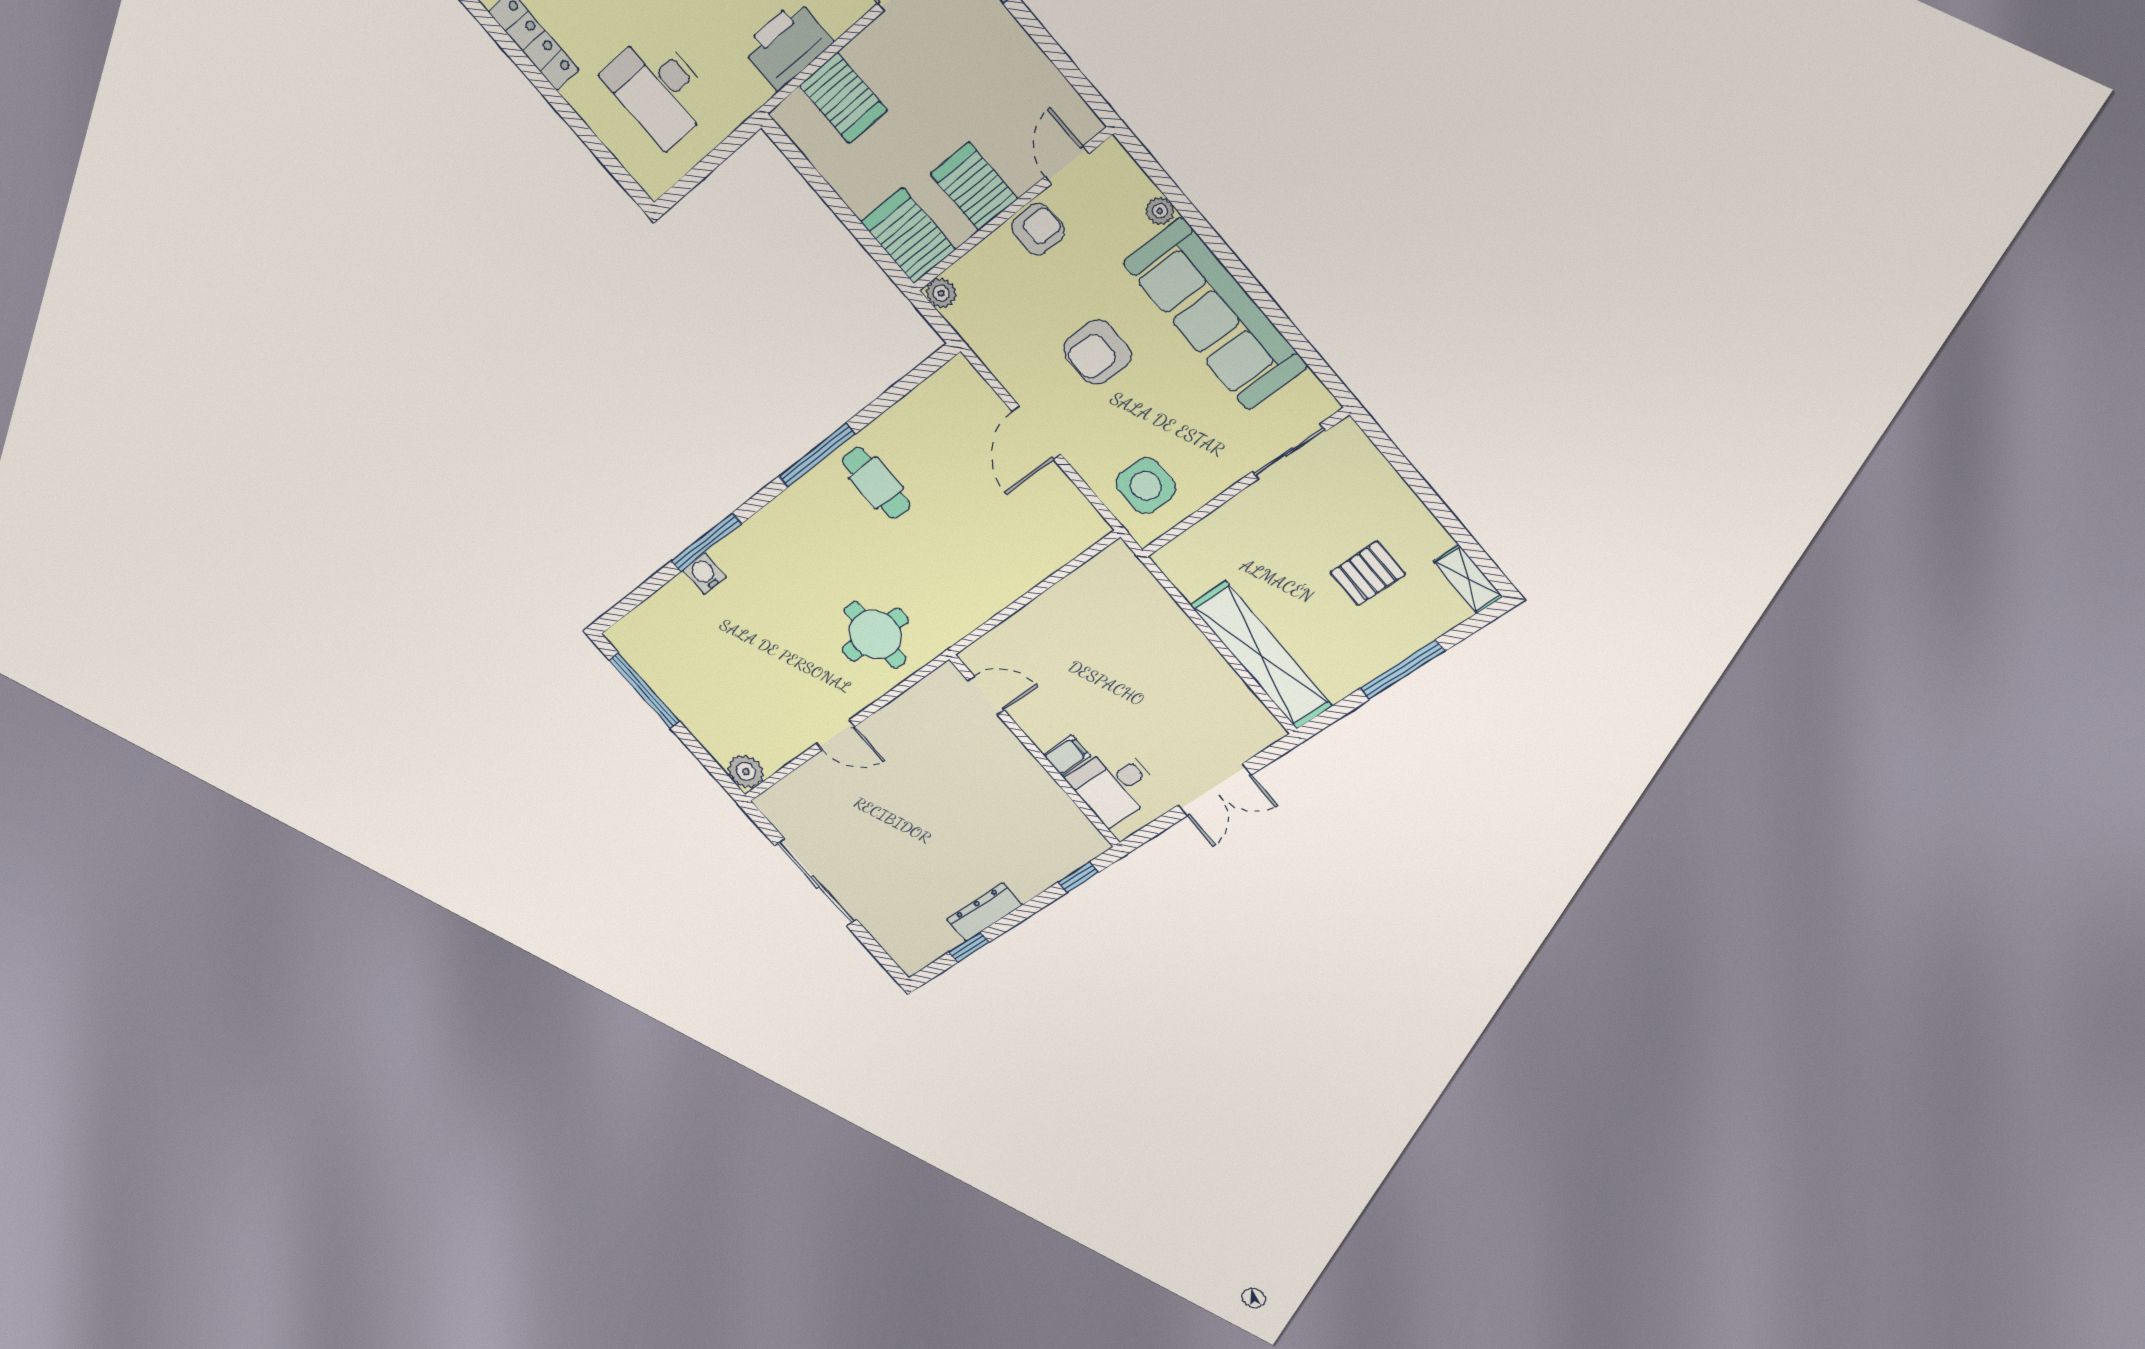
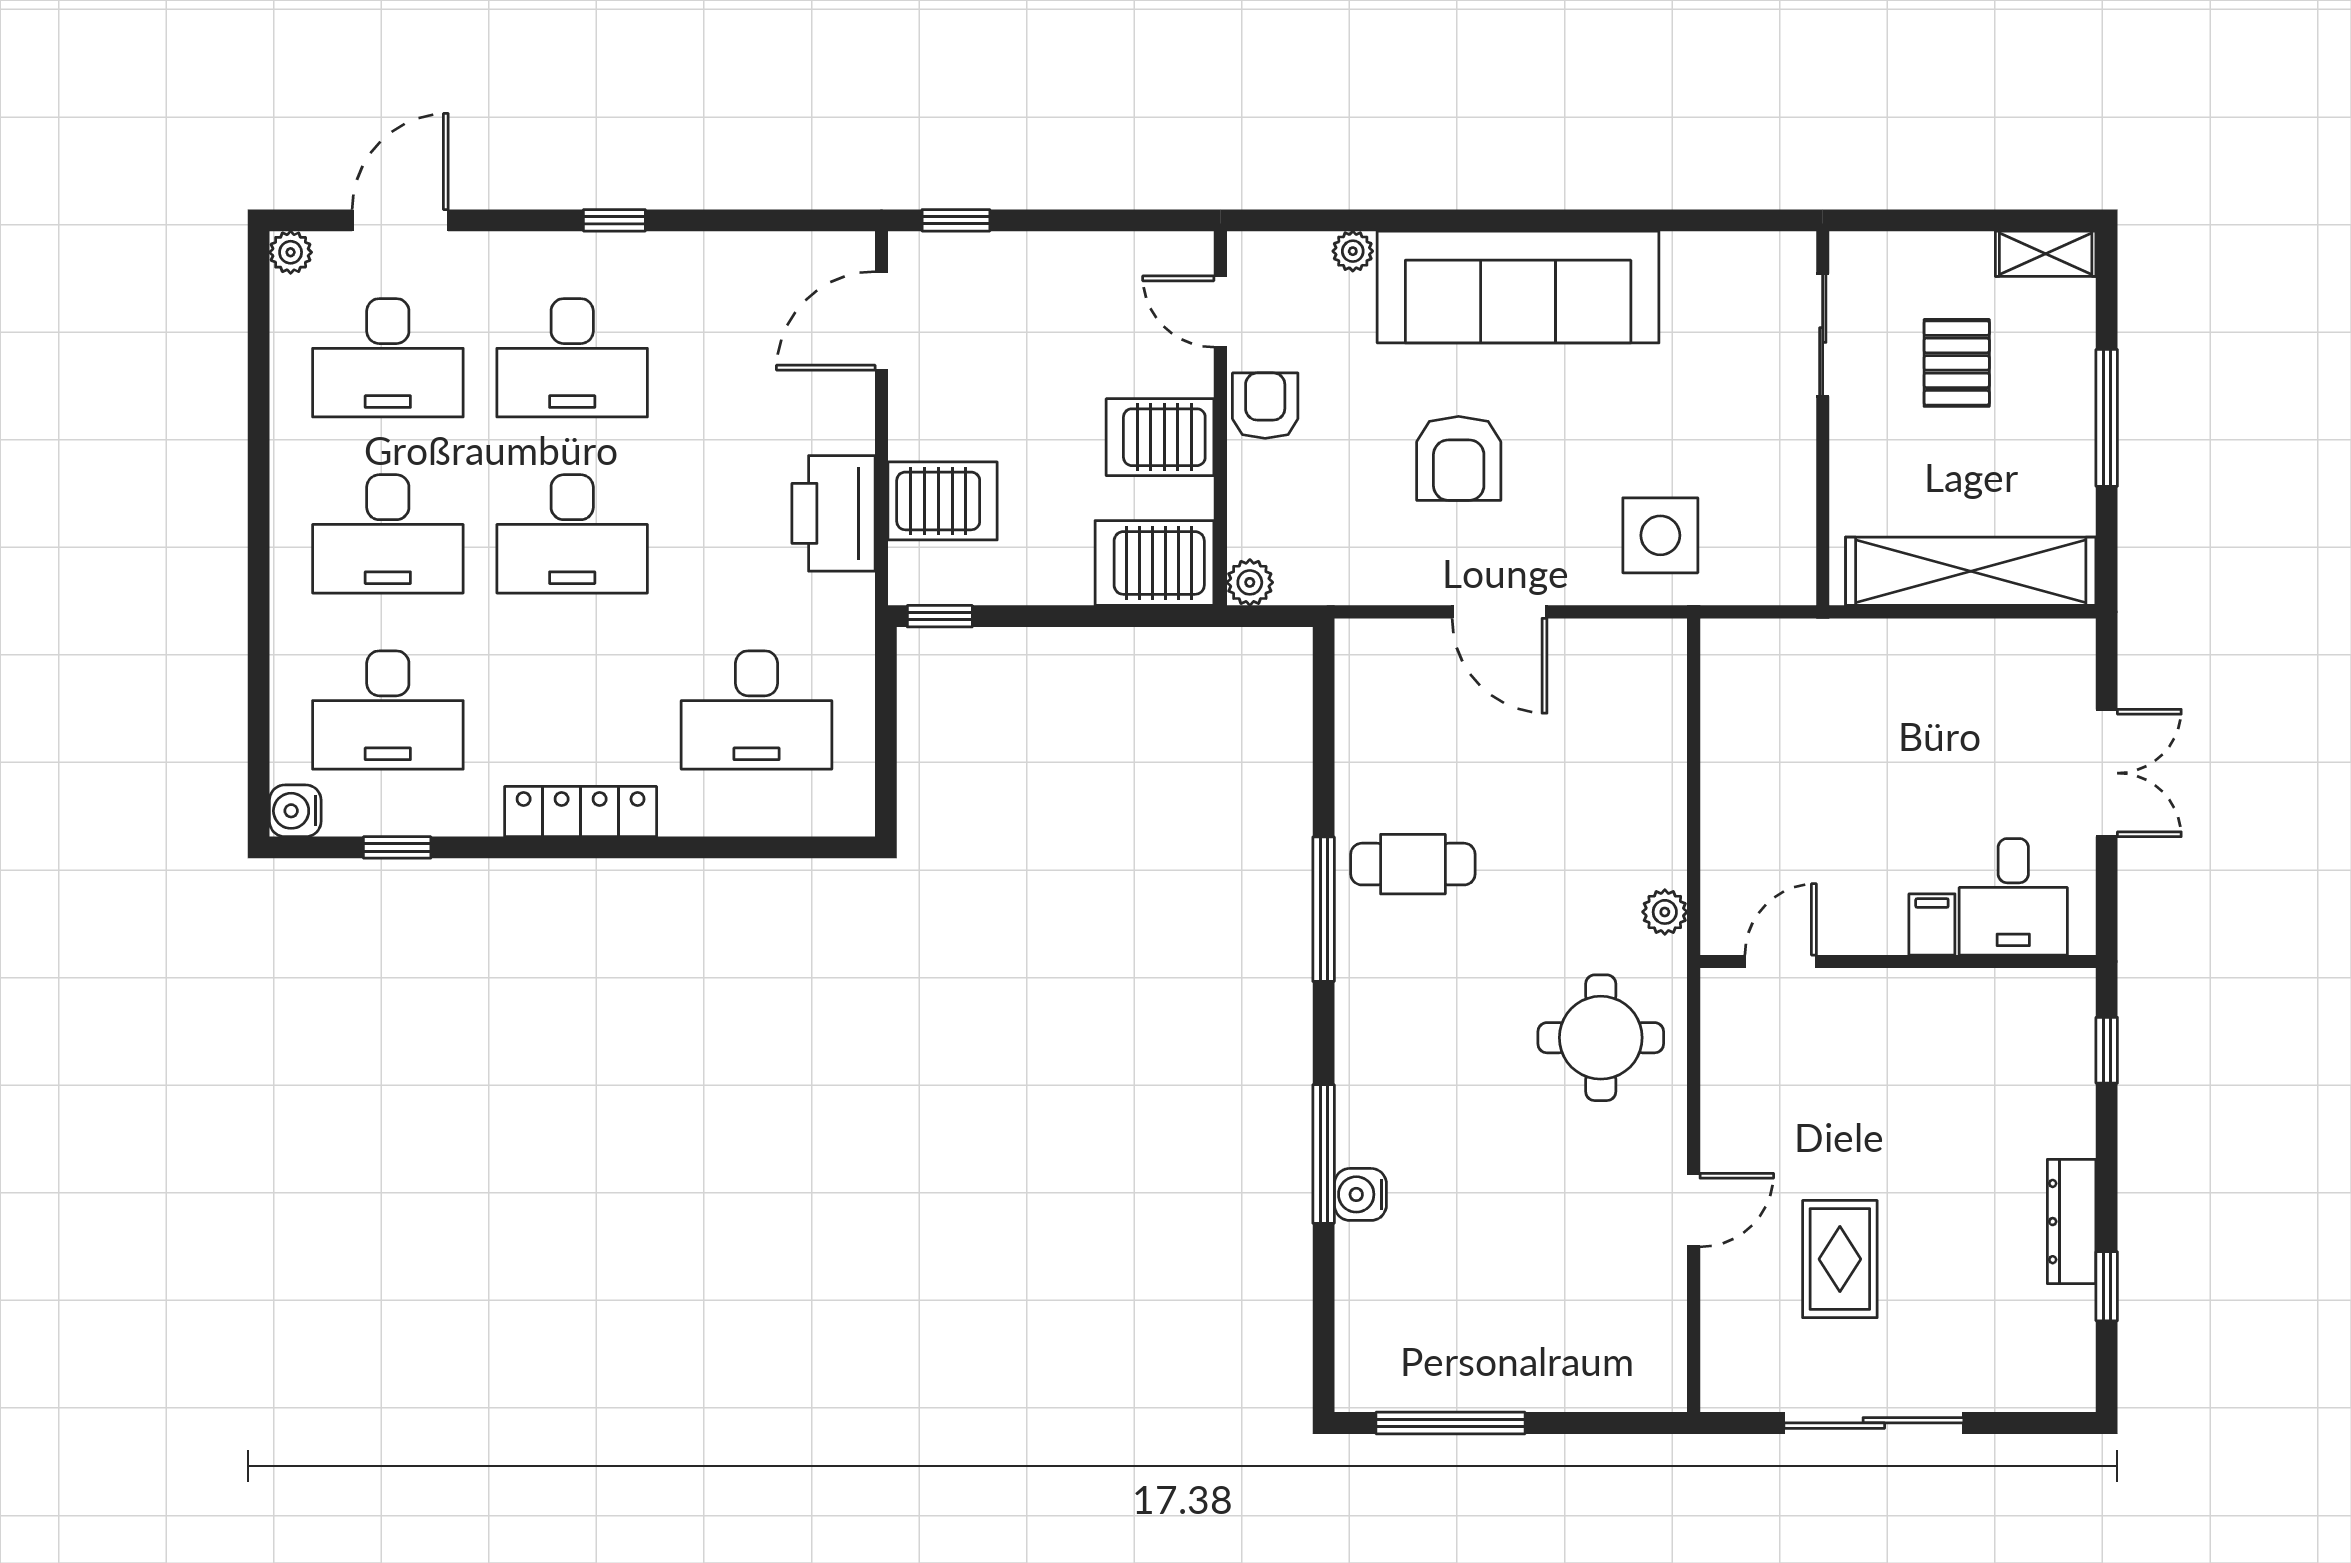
window: (786, 146) -> (940, 616), added
sliding door: (1289, 452) -> (1823, 335), moved
wall: (1244, 484) -> (1823, 418), moved
plant: (746, 772) -> (1665, 912), moved, width x0.73, depth x0.73
rug: (874, 818) -> (1840, 1259), added

